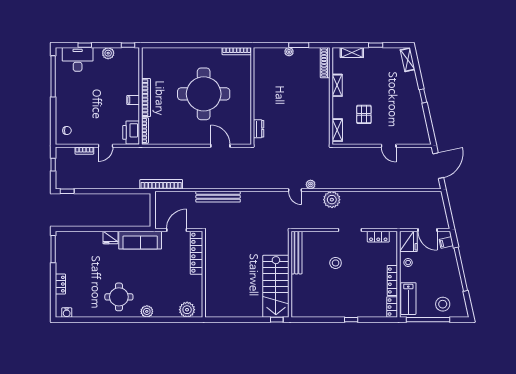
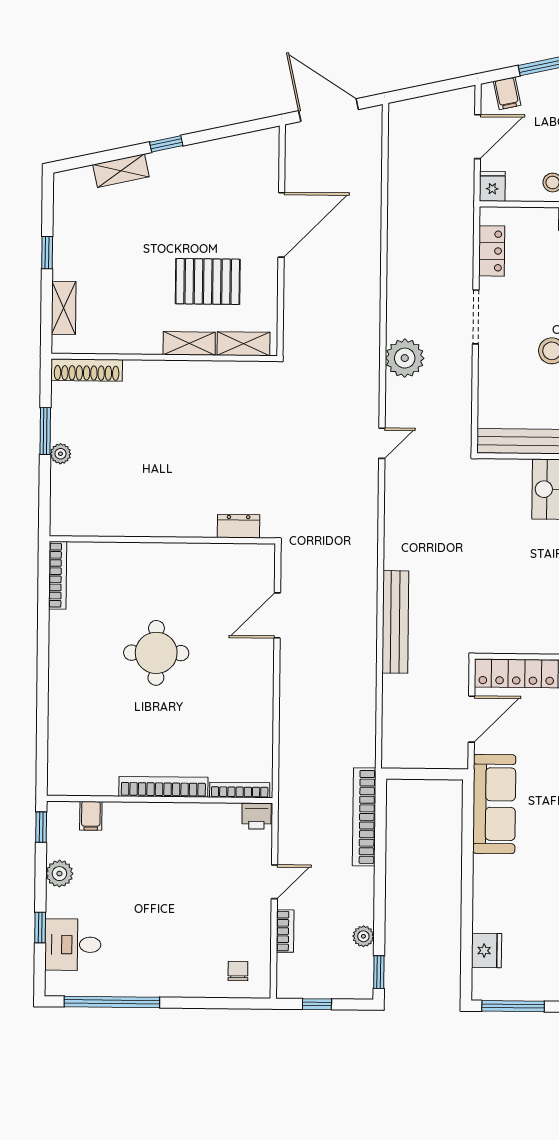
desk: (78, 59) -> (73, 945), width x0.73
shelving: (408, 60) -> (121, 171), moved
shelving: (337, 85) -> (189, 343), moved
round table: (204, 94) -> (156, 653), width x0.54, depth x0.54
filing cabinet: (133, 100) -> (91, 816), moved
pallet: (364, 114) -> (208, 281), width x1.50, depth x1.42
printer: (131, 132) -> (256, 816), width x0.53, depth x0.68
door: (106, 146) -> (274, 882), hinge flipped
door: (389, 146) -> (281, 225), width x1.88
bookcase: (161, 184) -> (364, 817), moved
plant: (311, 184) -> (363, 936), moved
door: (177, 230) -> (471, 719), swing flipped
fridge: (110, 238) -> (487, 951), moved
fridge: (408, 241) -> (492, 186), width x0.53, depth x0.75

